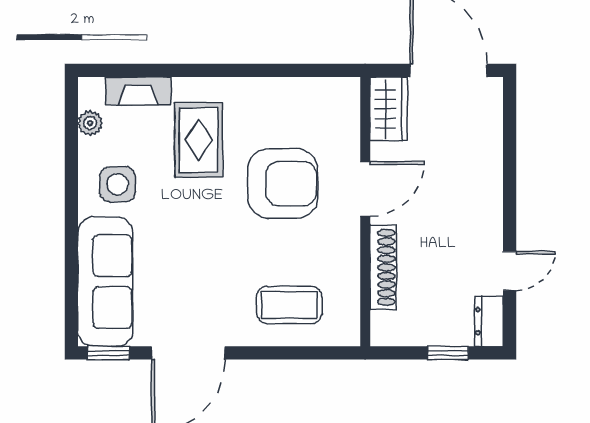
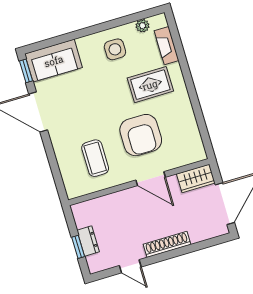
shoe rack: (383, 267) -> (167, 244), moved, turned 180
sofa: (105, 282) -> (54, 61), width x0.73
coffee table: (289, 305) -> (95, 158), moved
dresser: (489, 321) -> (88, 241), moved, turned 90

